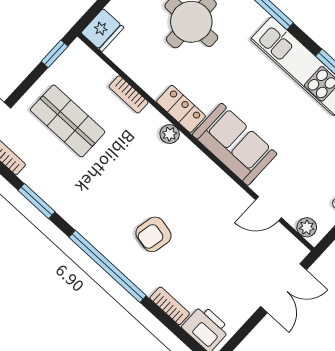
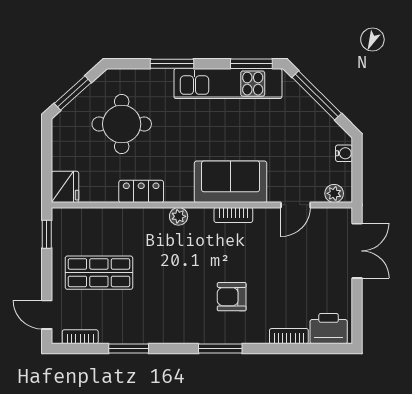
bookcase: (129, 94) -> (233, 215), moved
locker: (181, 109) -> (141, 191), moved
armchair: (153, 234) -> (232, 297), turned 78
window: (108, 266) -> (220, 349), width x0.47

